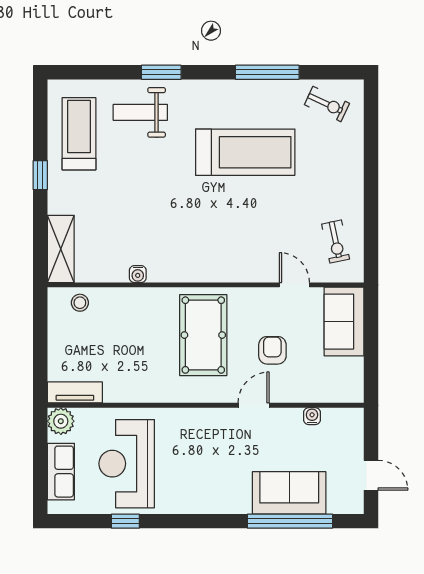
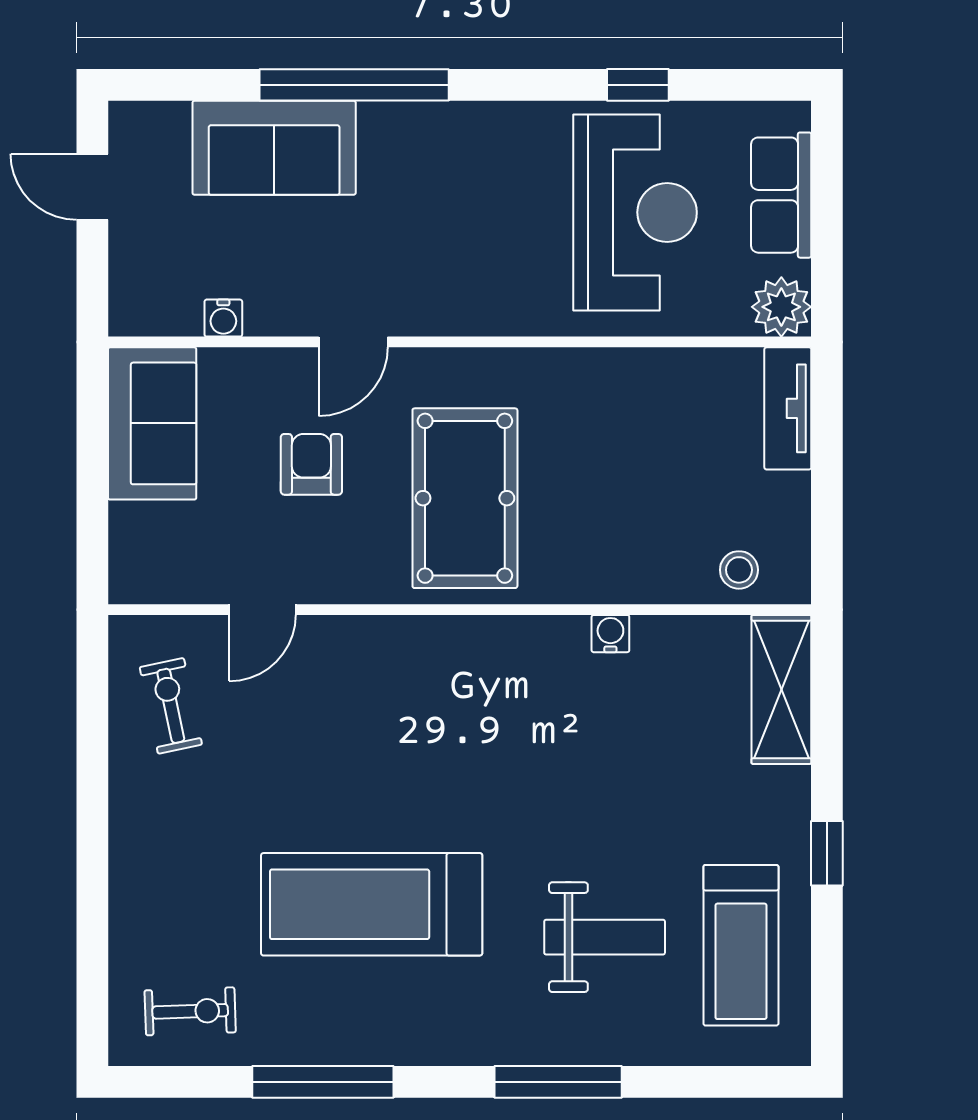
window: (161, 72) -> (558, 1082), width x1.44
exercise bike: (327, 104) -> (190, 1011), turned 153
weight bench: (140, 112) -> (605, 937), moved
door: (294, 285) -> (262, 610), hinge flipped
sofa: (344, 322) -> (152, 423), moved
armchair: (272, 350) -> (311, 464), turned 180
tv unit: (75, 392) -> (788, 408), moved, turned 90
window: (290, 521) -> (354, 85), moved

